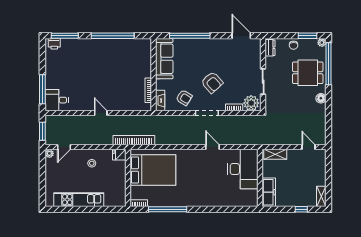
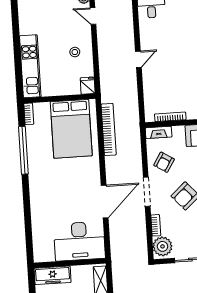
bookcase: (134, 140) -> (109, 129), moved
door: (213, 147) -> (105, 202), width x1.87
kitchen unit: (79, 200) -> (30, 66), moved

